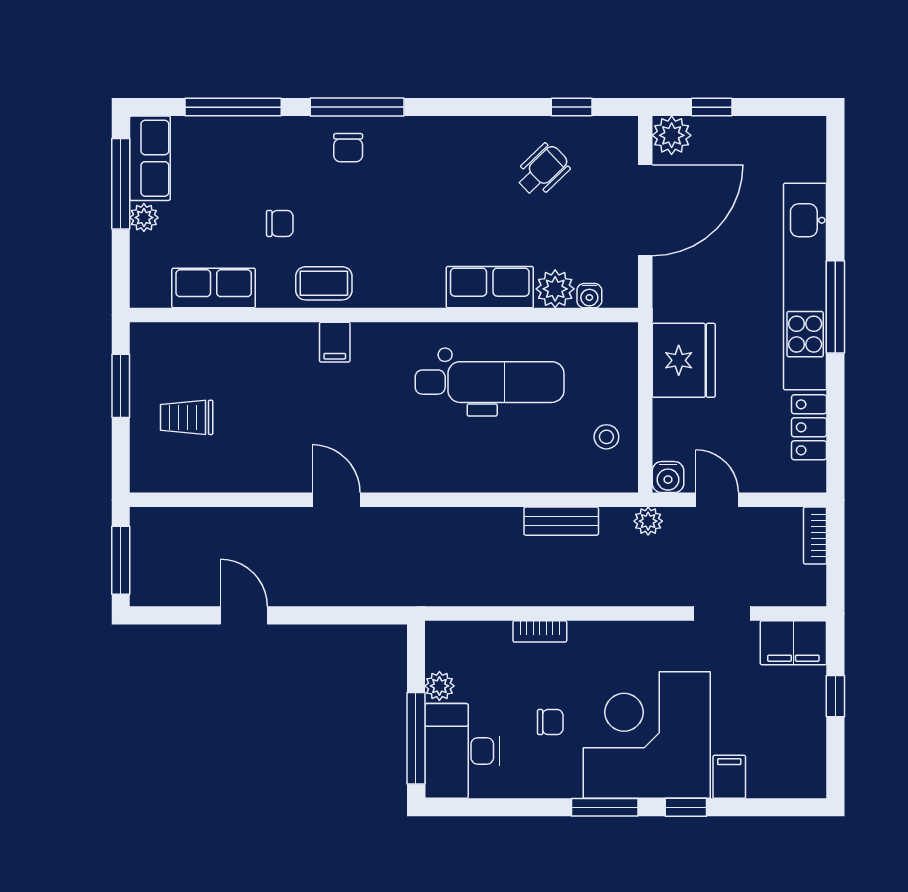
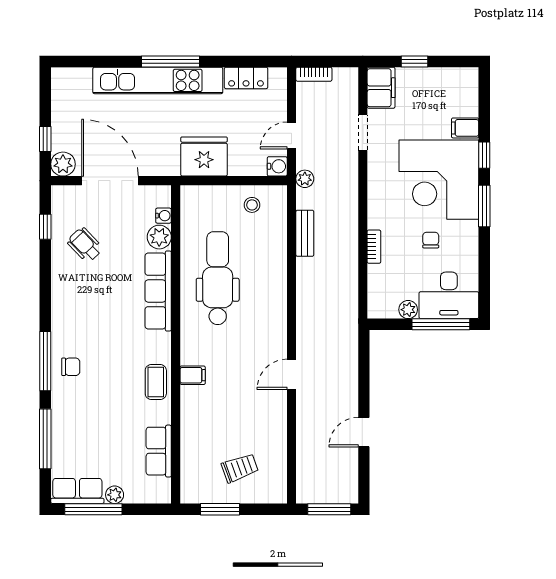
chair: (280, 223) -> (118, 410), removed
row of seats: (490, 287) -> (158, 291), width x1.48
trolley: (187, 417) -> (240, 468), turned -110

